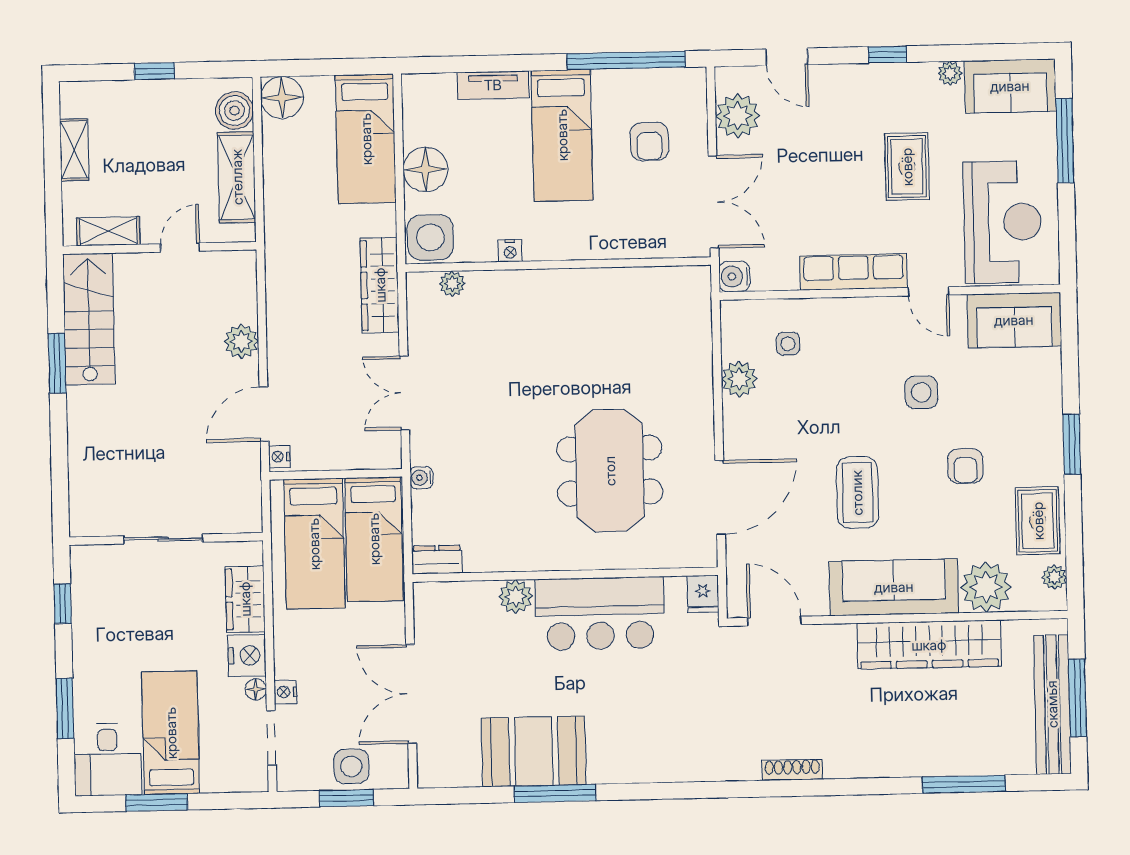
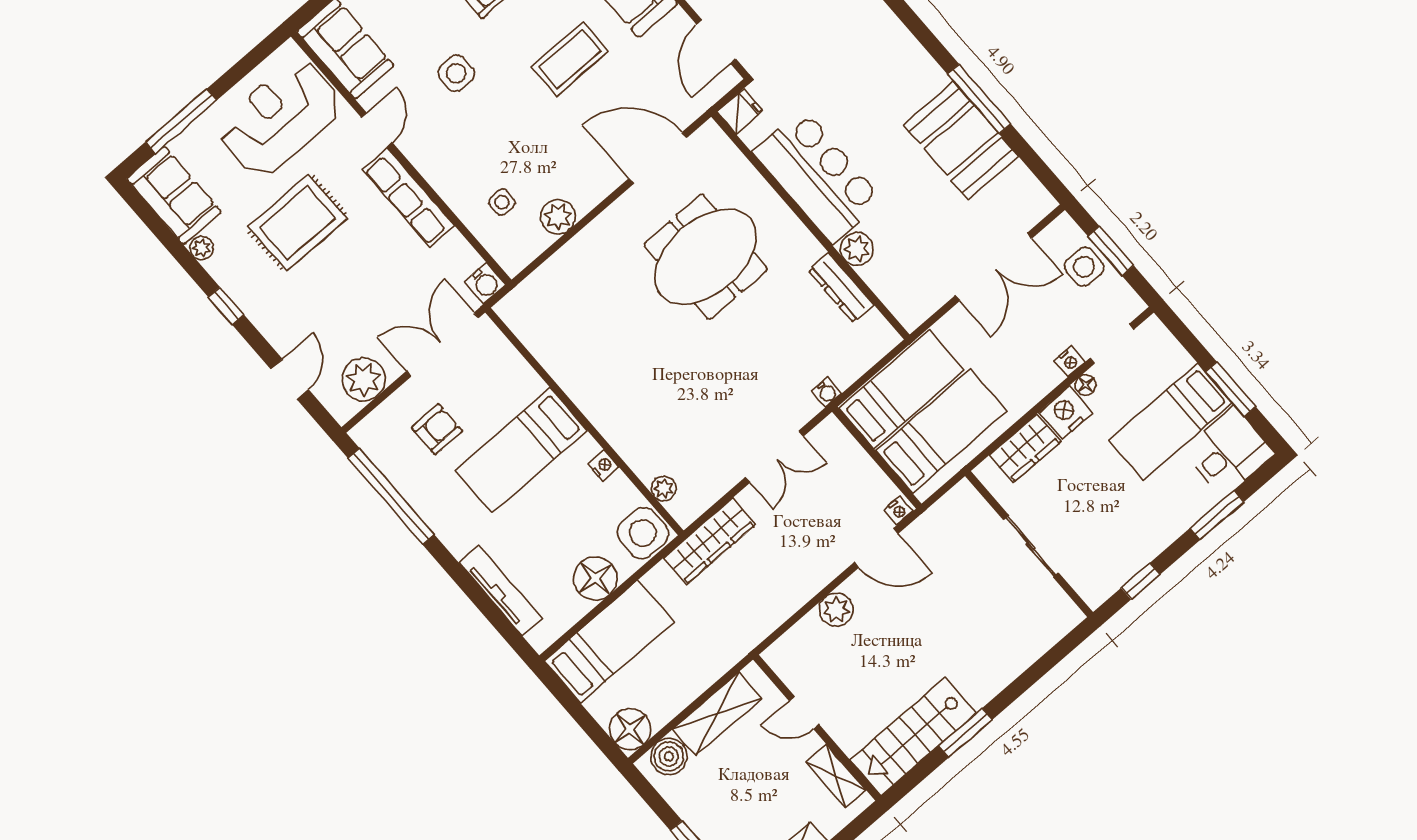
tv unit: (493, 85) -> (500, 591), width x1.41
bed: (562, 135) -> (521, 450), moved, turned 180
rug: (907, 167) -> (297, 223), width x1.36, depth x1.43
dresser: (437, 560) -> (841, 288), moved, width x1.44

